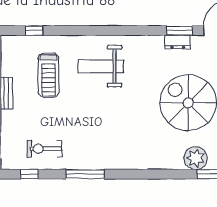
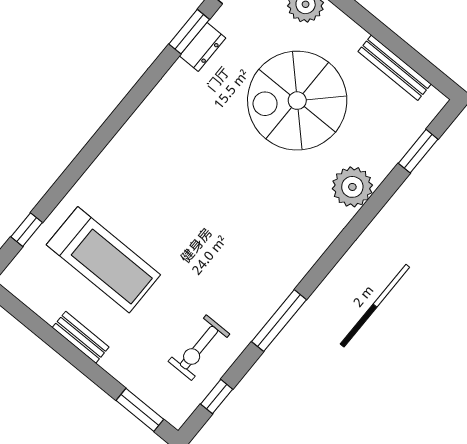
weight bench: (101, 66) -> (150, 178), removed
treadmill: (49, 75) -> (103, 260), width x1.37, depth x1.38
plant: (196, 158) -> (352, 187), moved

